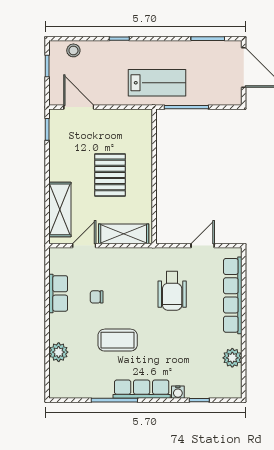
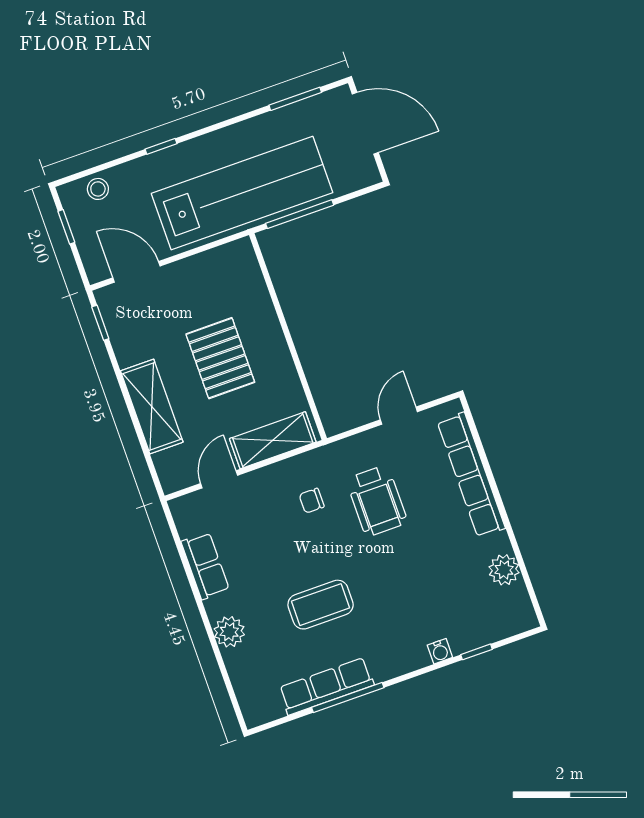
lab bench: (157, 83) -> (242, 193), width x1.86, depth x1.39
shelving: (60, 209) -> (152, 406), moved
chair: (97, 297) -> (312, 501), moved
plant: (59, 352) -> (229, 632), moved
row of seats: (142, 389) -> (326, 686), moved

